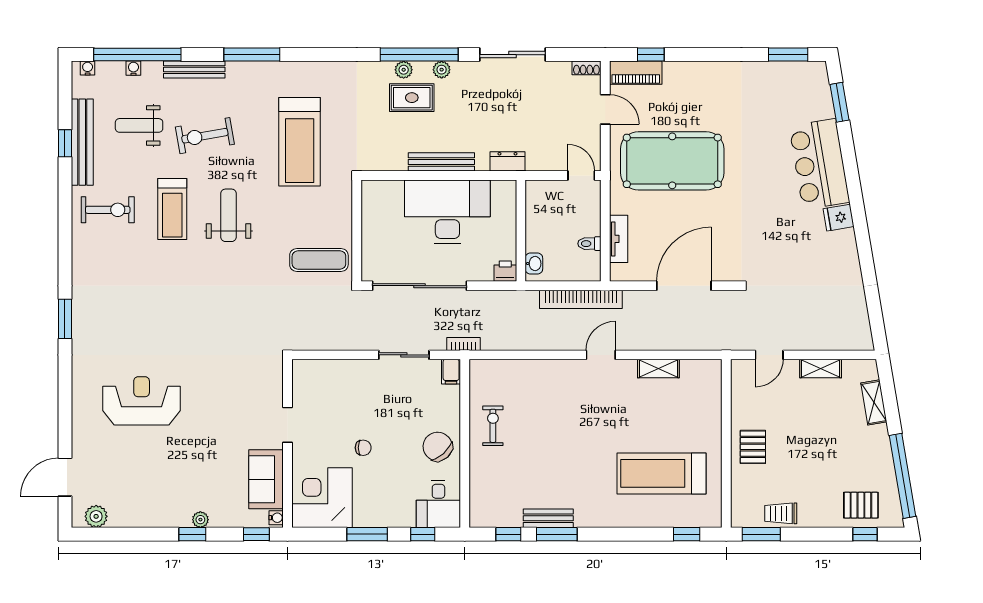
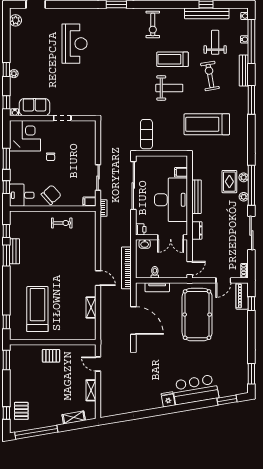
filing cabinet: (394, 192) -> (181, 172), added
exercise bike: (108, 210) -> (153, 24), moved
double door: (521, 212) -> (171, 237), added
trolley: (781, 513) -> (17, 370), removed

